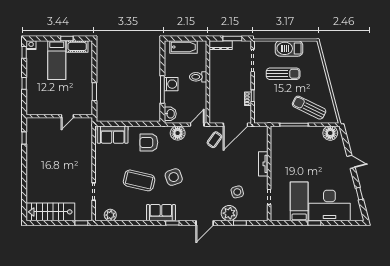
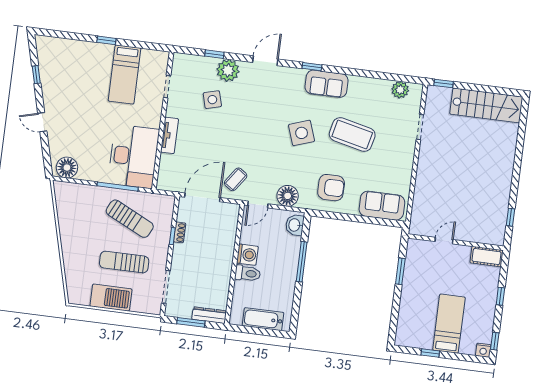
cot: (77, 46) -> (487, 257), moved
washing machine: (171, 84) -> (247, 255), moved, turned 180
sun lounger: (309, 108) -> (130, 219), moved
desk: (329, 206) -> (134, 156), moved, turned 90

